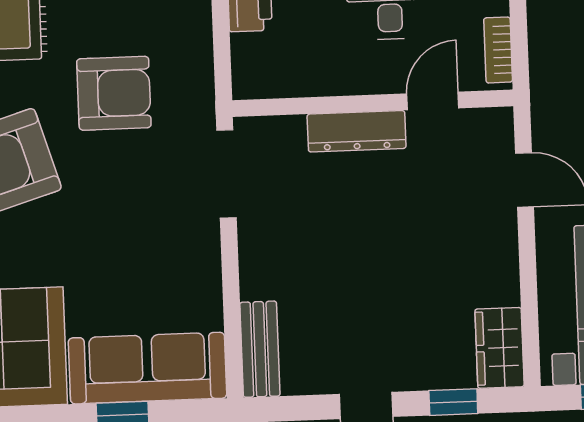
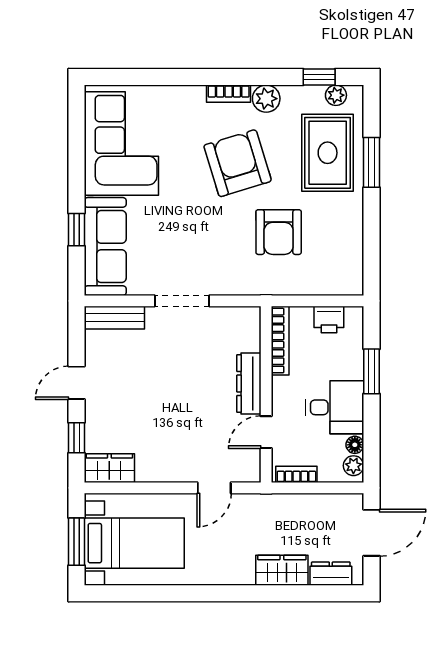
bookcase: (286, 84) -> (280, 341), added
door: (433, 101) -> (266, 432), swing flipped
doorway: (227, 174) -> (182, 301), moved

